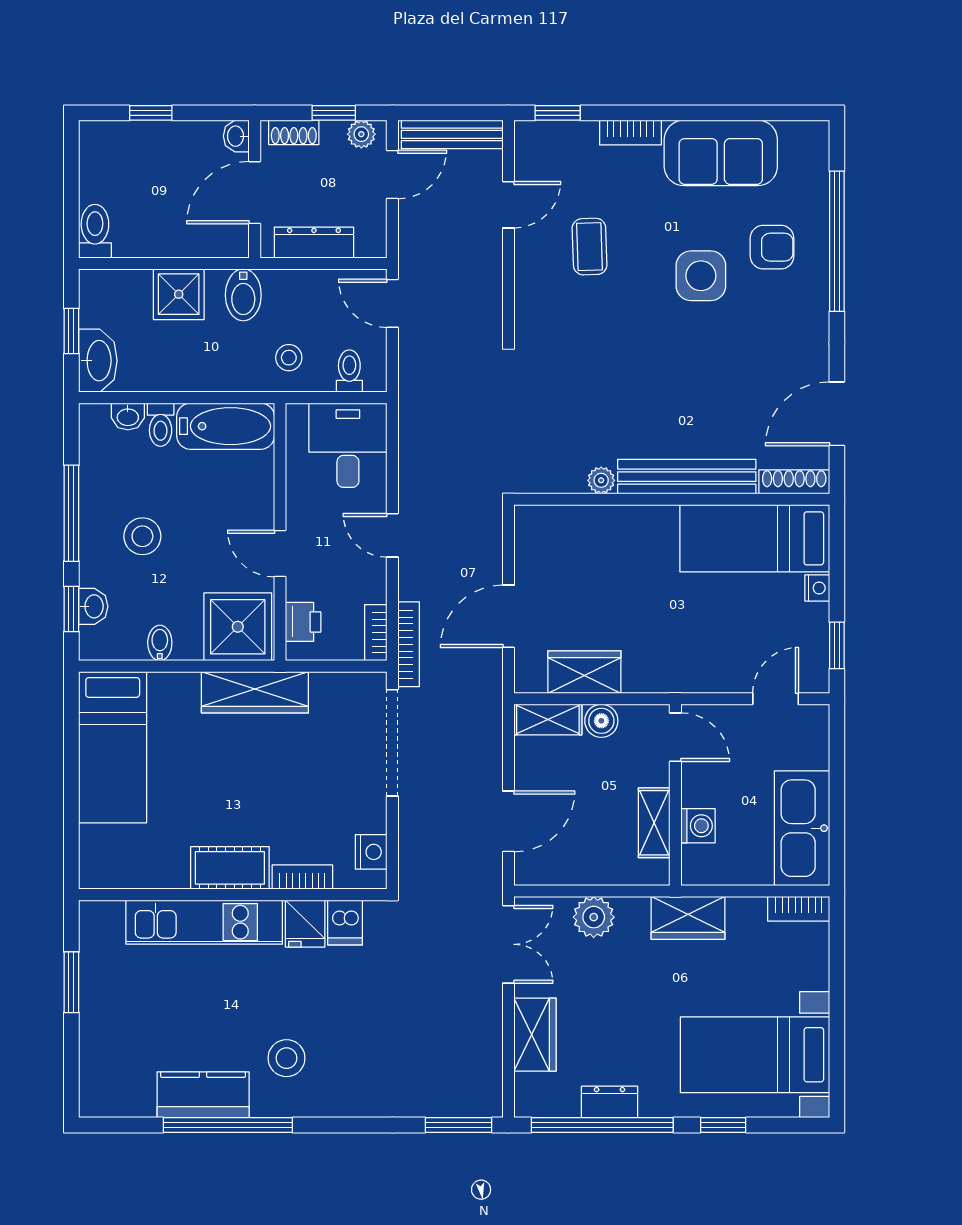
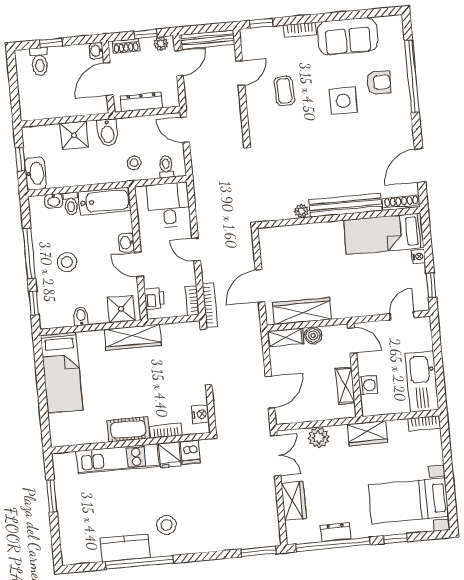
toilet: (95, 231) -> (39, 62), moved, turned 180
washbasin: (93, 606) -> (126, 243), moved, turned 180
shower: (238, 627) -> (121, 309), width x0.73, depth x0.73
wardrobe: (584, 672) -> (302, 311), width x1.50

